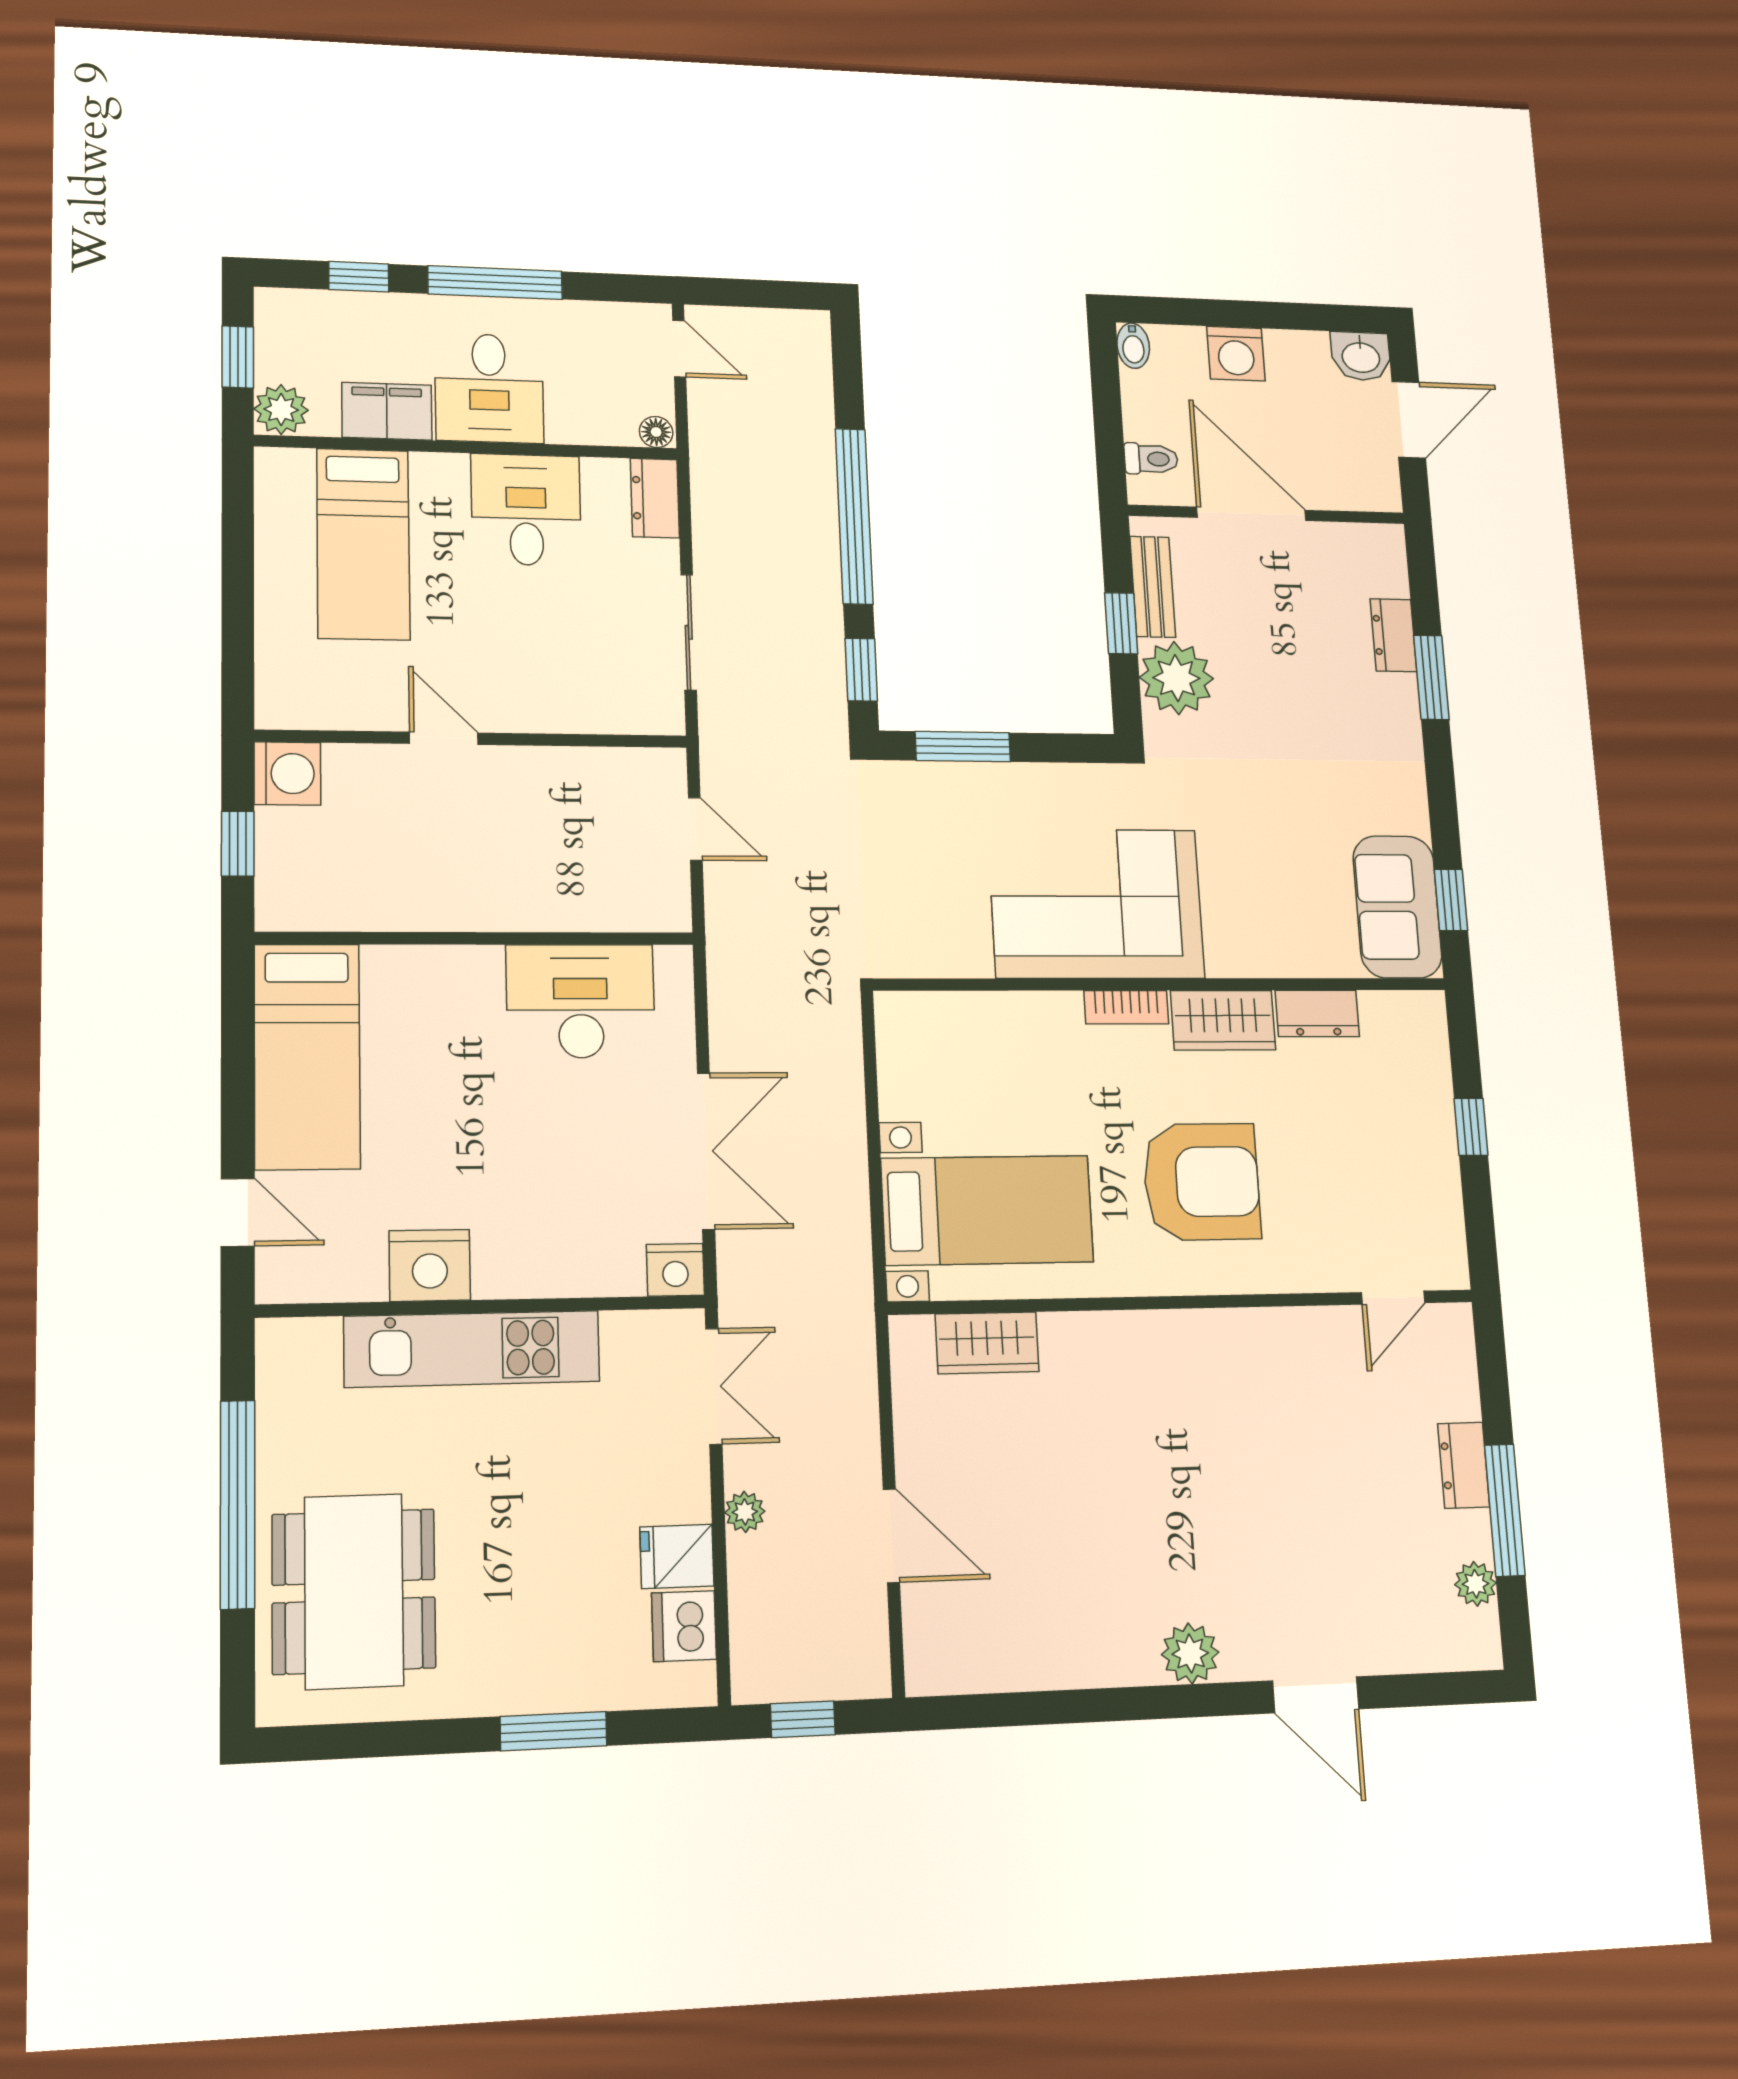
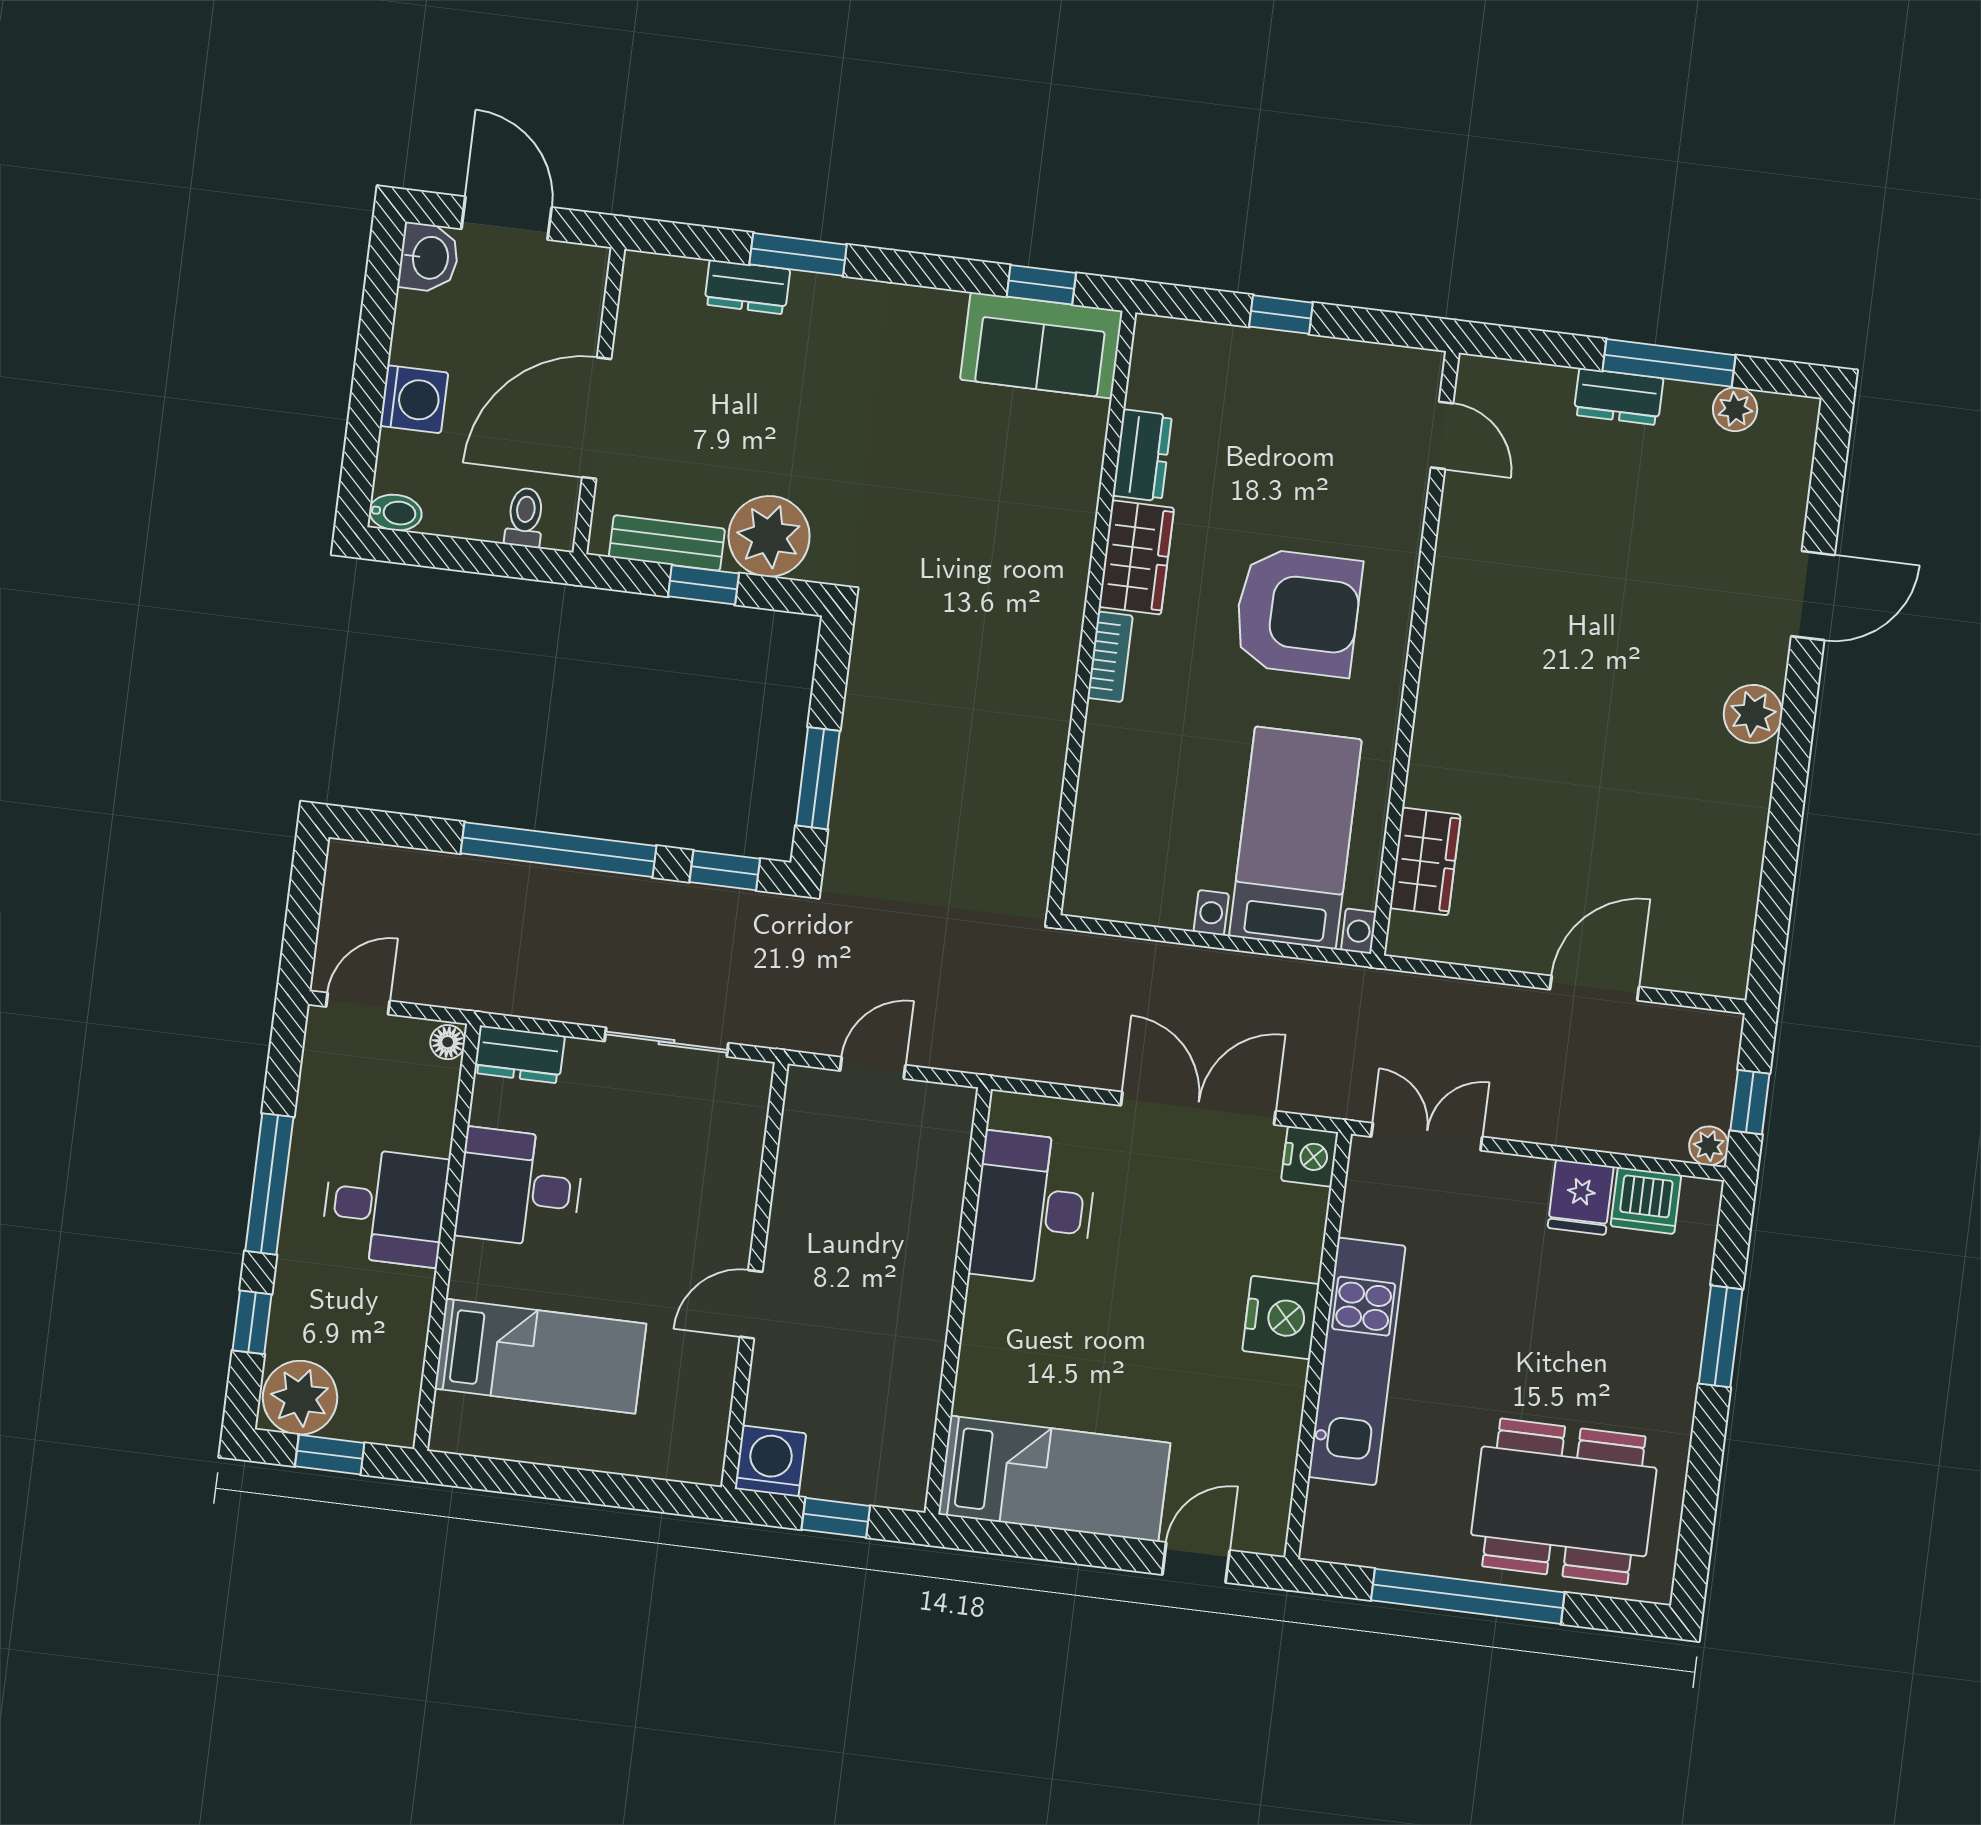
plant: (281, 410) -> (300, 1398), moved, width x1.36, depth x1.36
filing cabinet: (387, 411) -> (401, 1314), removed
corner sofa: (1096, 904) -> (999, 668), removed
armchair: (1202, 1182) -> (1298, 613), turned 90
nightstand: (430, 1265) -> (1281, 1317), moved
plant: (745, 1512) -> (1709, 1146), moved

